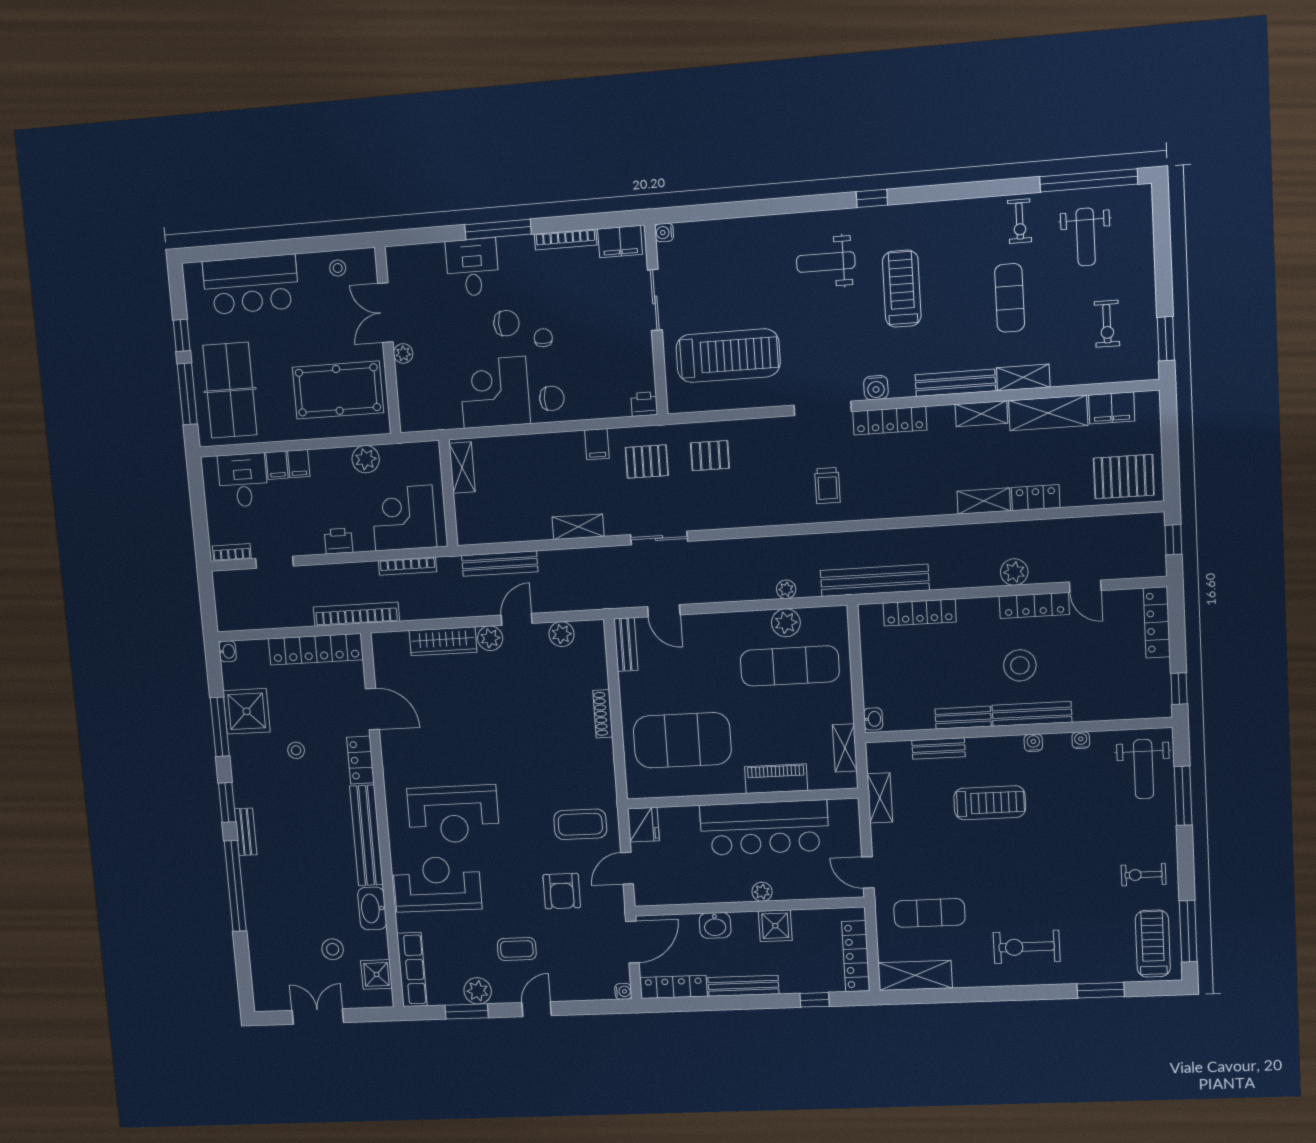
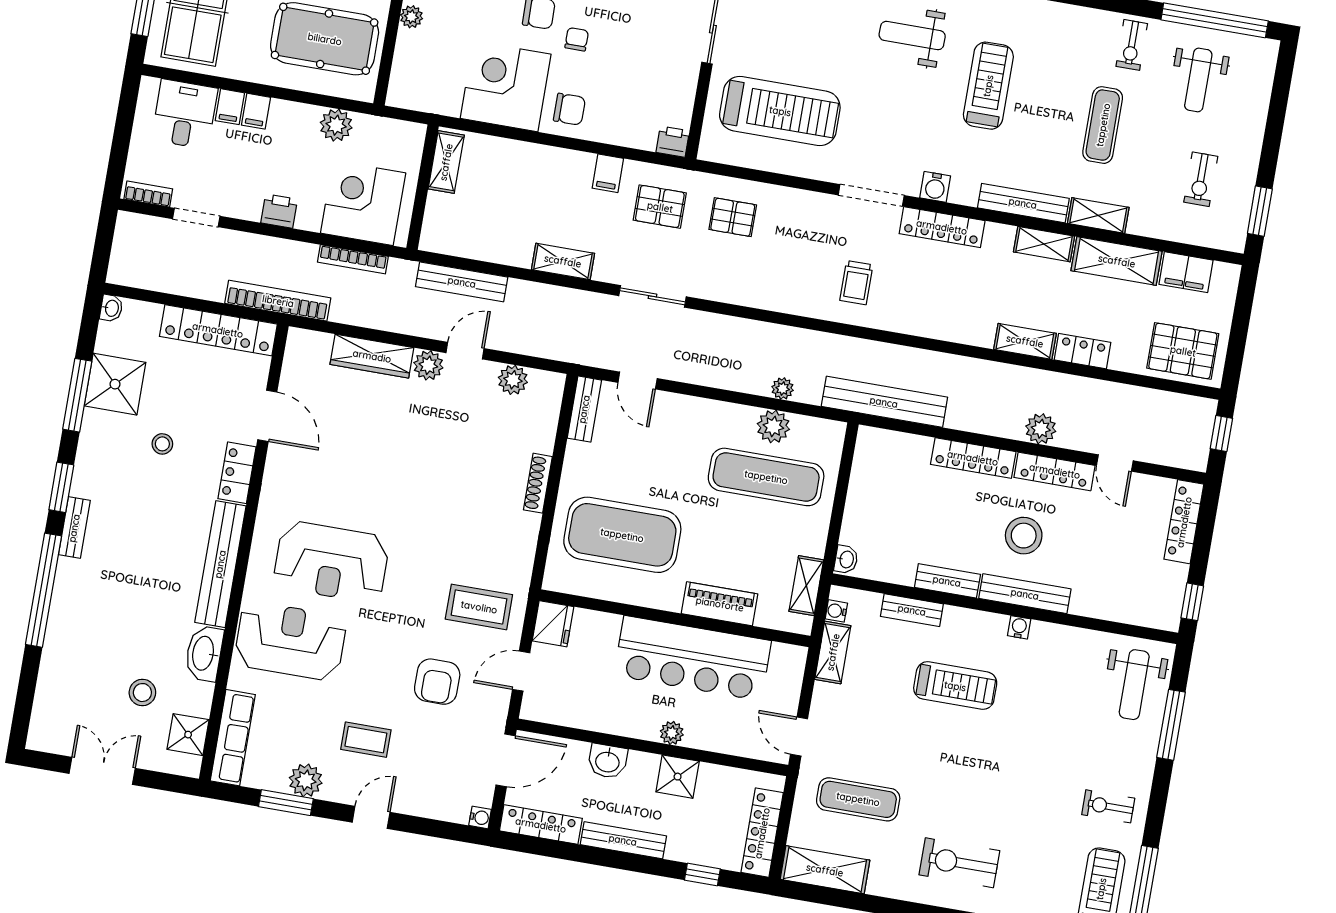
locker: (920, 613) -> (973, 458), moved
water cooler: (1081, 740) -> (836, 611), moved, turned -90

